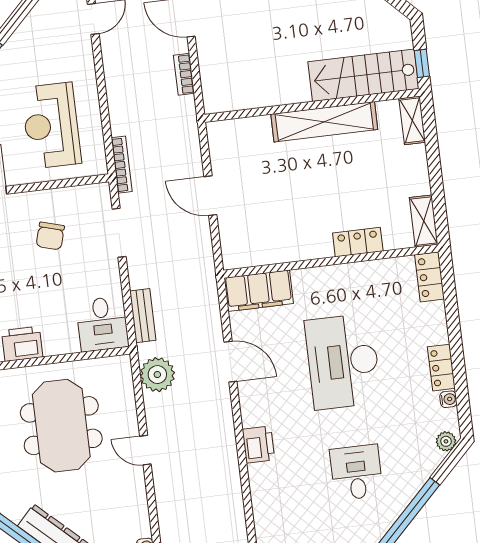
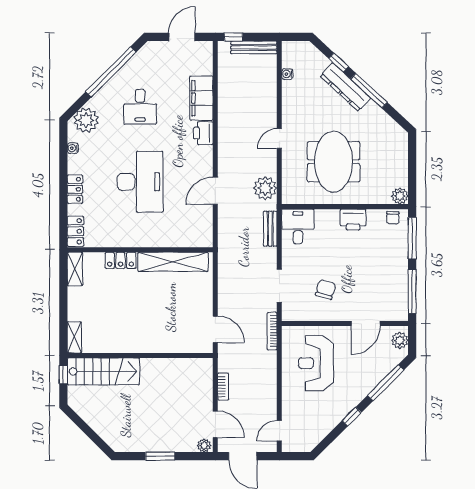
shelving: (324, 122) -> (173, 262), moved
reception desk: (51, 126) -> (316, 363), turned 180
door: (210, 196) -> (215, 329), moved
filing cabinet: (259, 291) -> (201, 98), moved, turned -90
door: (230, 362) -> (215, 191), hinge flipped
locker: (441, 368) -> (75, 189), moved
plant: (446, 441) -> (86, 120), width x1.88, depth x1.88
door: (145, 450) -> (279, 139), swing flipped

